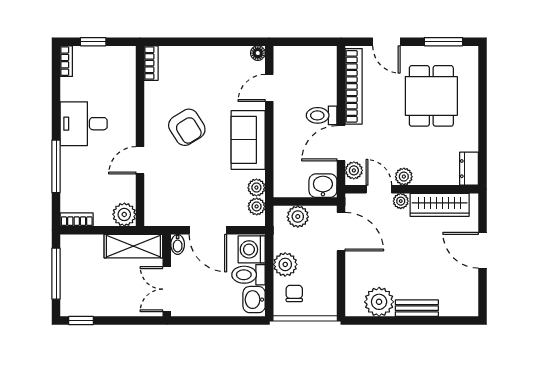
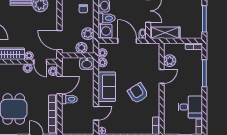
desk: (84, 124) -> (190, 107), moved
washbasin: (323, 186) -> (87, 63), moved
plant: (124, 214) -> (170, 61), moved
plant: (285, 264) -> (88, 34), moved

